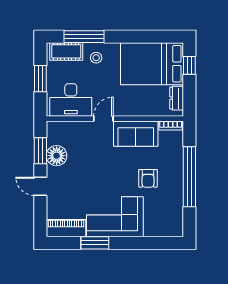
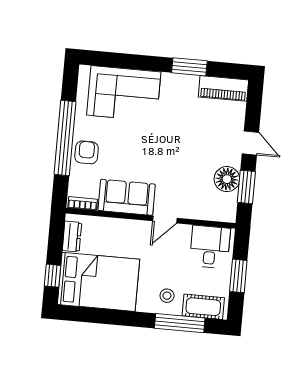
desk: (71, 100) -> (210, 247), width x0.73
armchair: (148, 178) -> (87, 152), moved
corner sofa: (115, 217) -> (124, 93), moved

